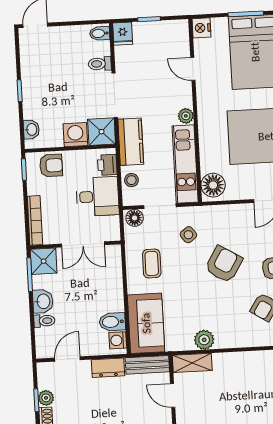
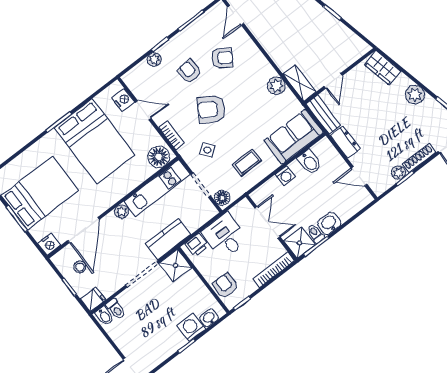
toilet: (100, 64) -> (116, 309), moved
door: (193, 69) -> (84, 230), width x1.88
washing machine: (75, 135) -> (191, 327), moved, turned 90
stool: (131, 180) -> (80, 267), moved
bookcase: (225, 211) -> (171, 135), added
toilet: (44, 321) -> (315, 233), moved
washing machine: (118, 340) -> (285, 176), moved

